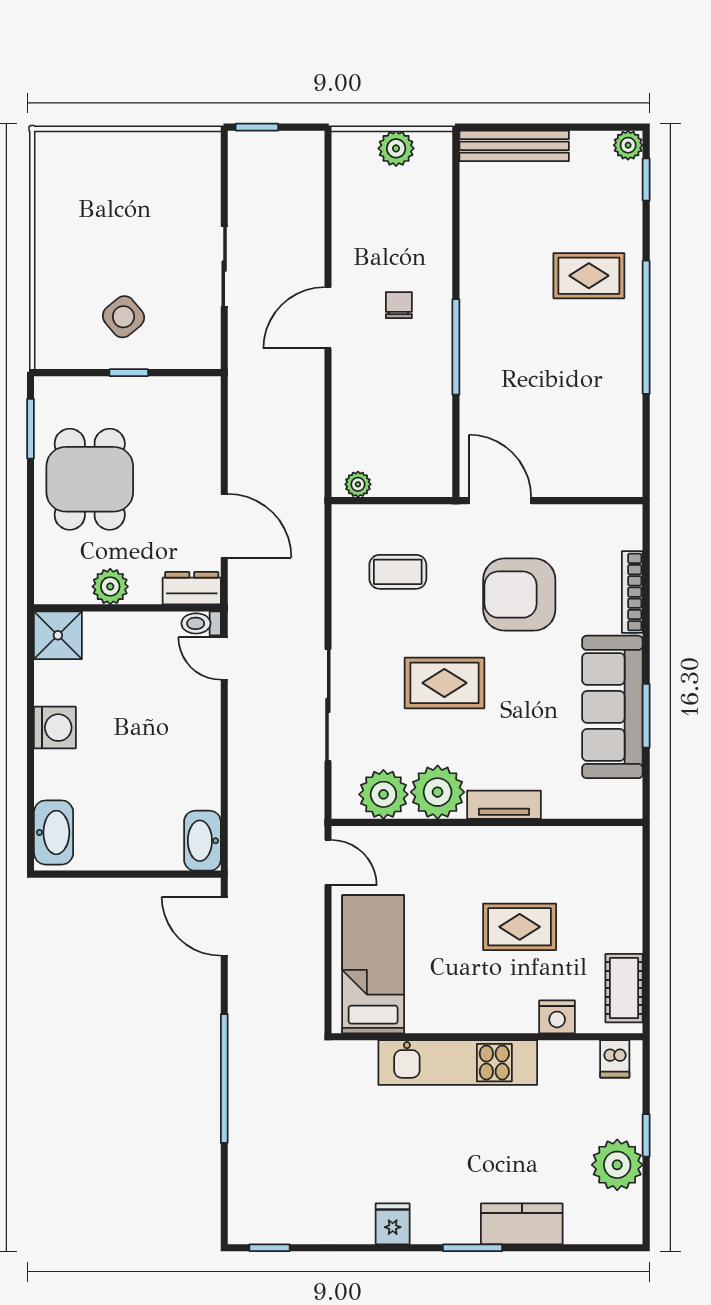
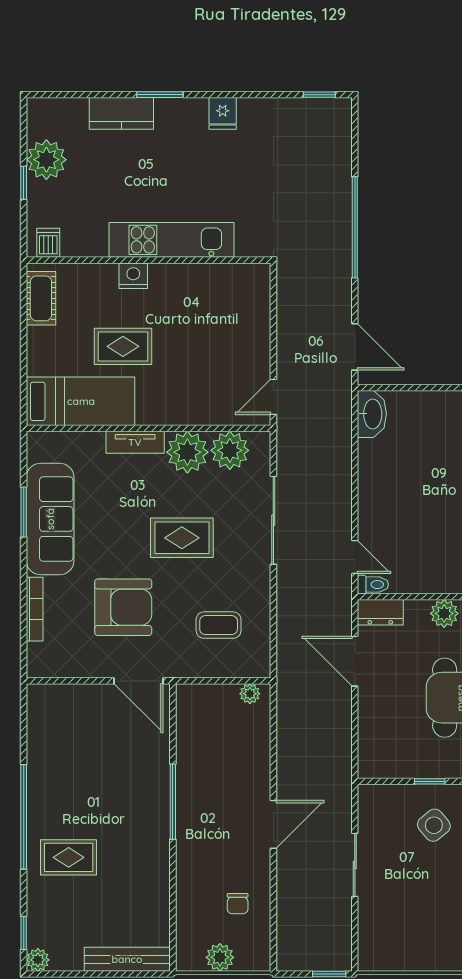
chair: (399, 305) -> (238, 904), moved
door: (328, 863) -> (273, 397), hinge flipped
bed: (373, 964) -> (81, 401), moved, turned -90
nightstand: (557, 1017) -> (133, 276), moved

